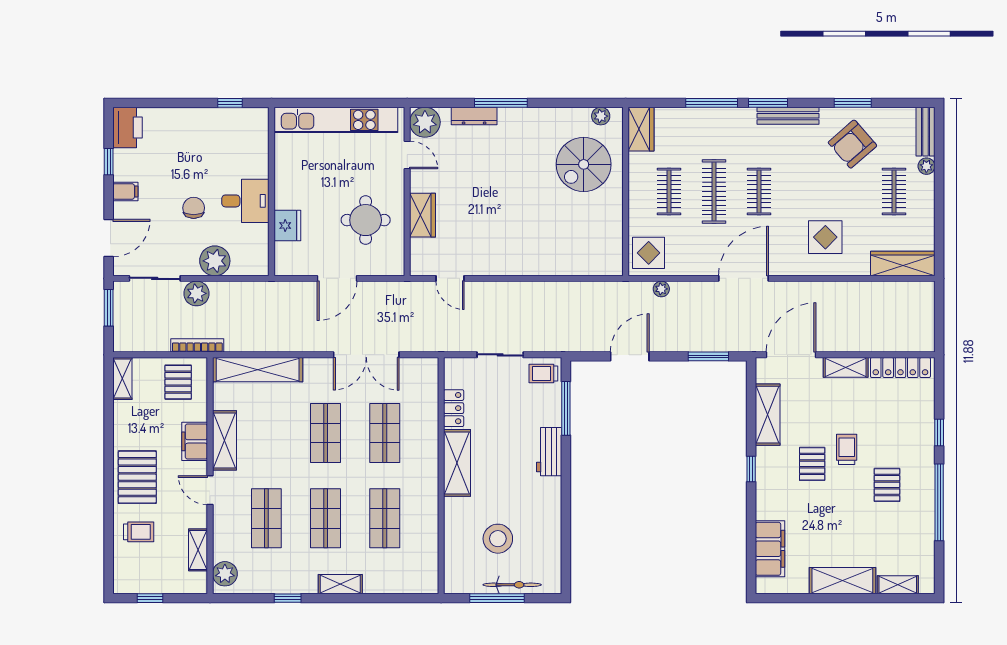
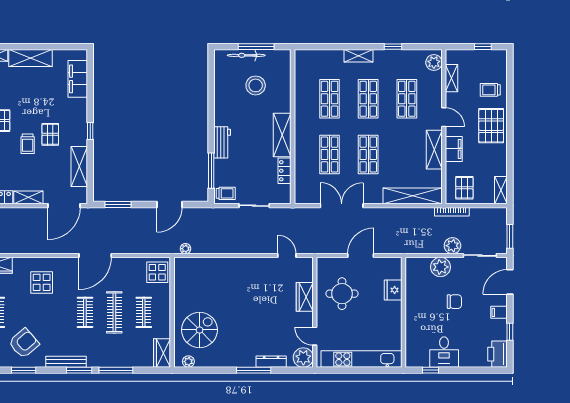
desk: (245, 201) -> (444, 352), moved, turned -90
chair: (194, 208) -> (454, 302), turned -90
plant: (661, 289) -> (186, 249), moved

